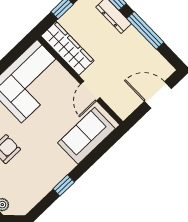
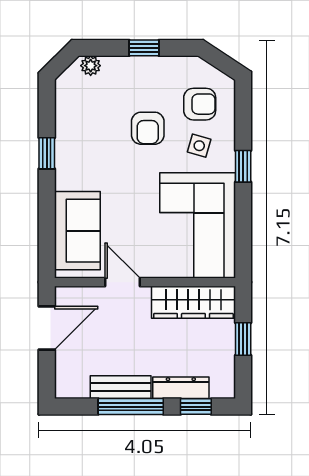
bench: (141, 44) -> (121, 387), added
door: (158, 95) -> (47, 328), moved

